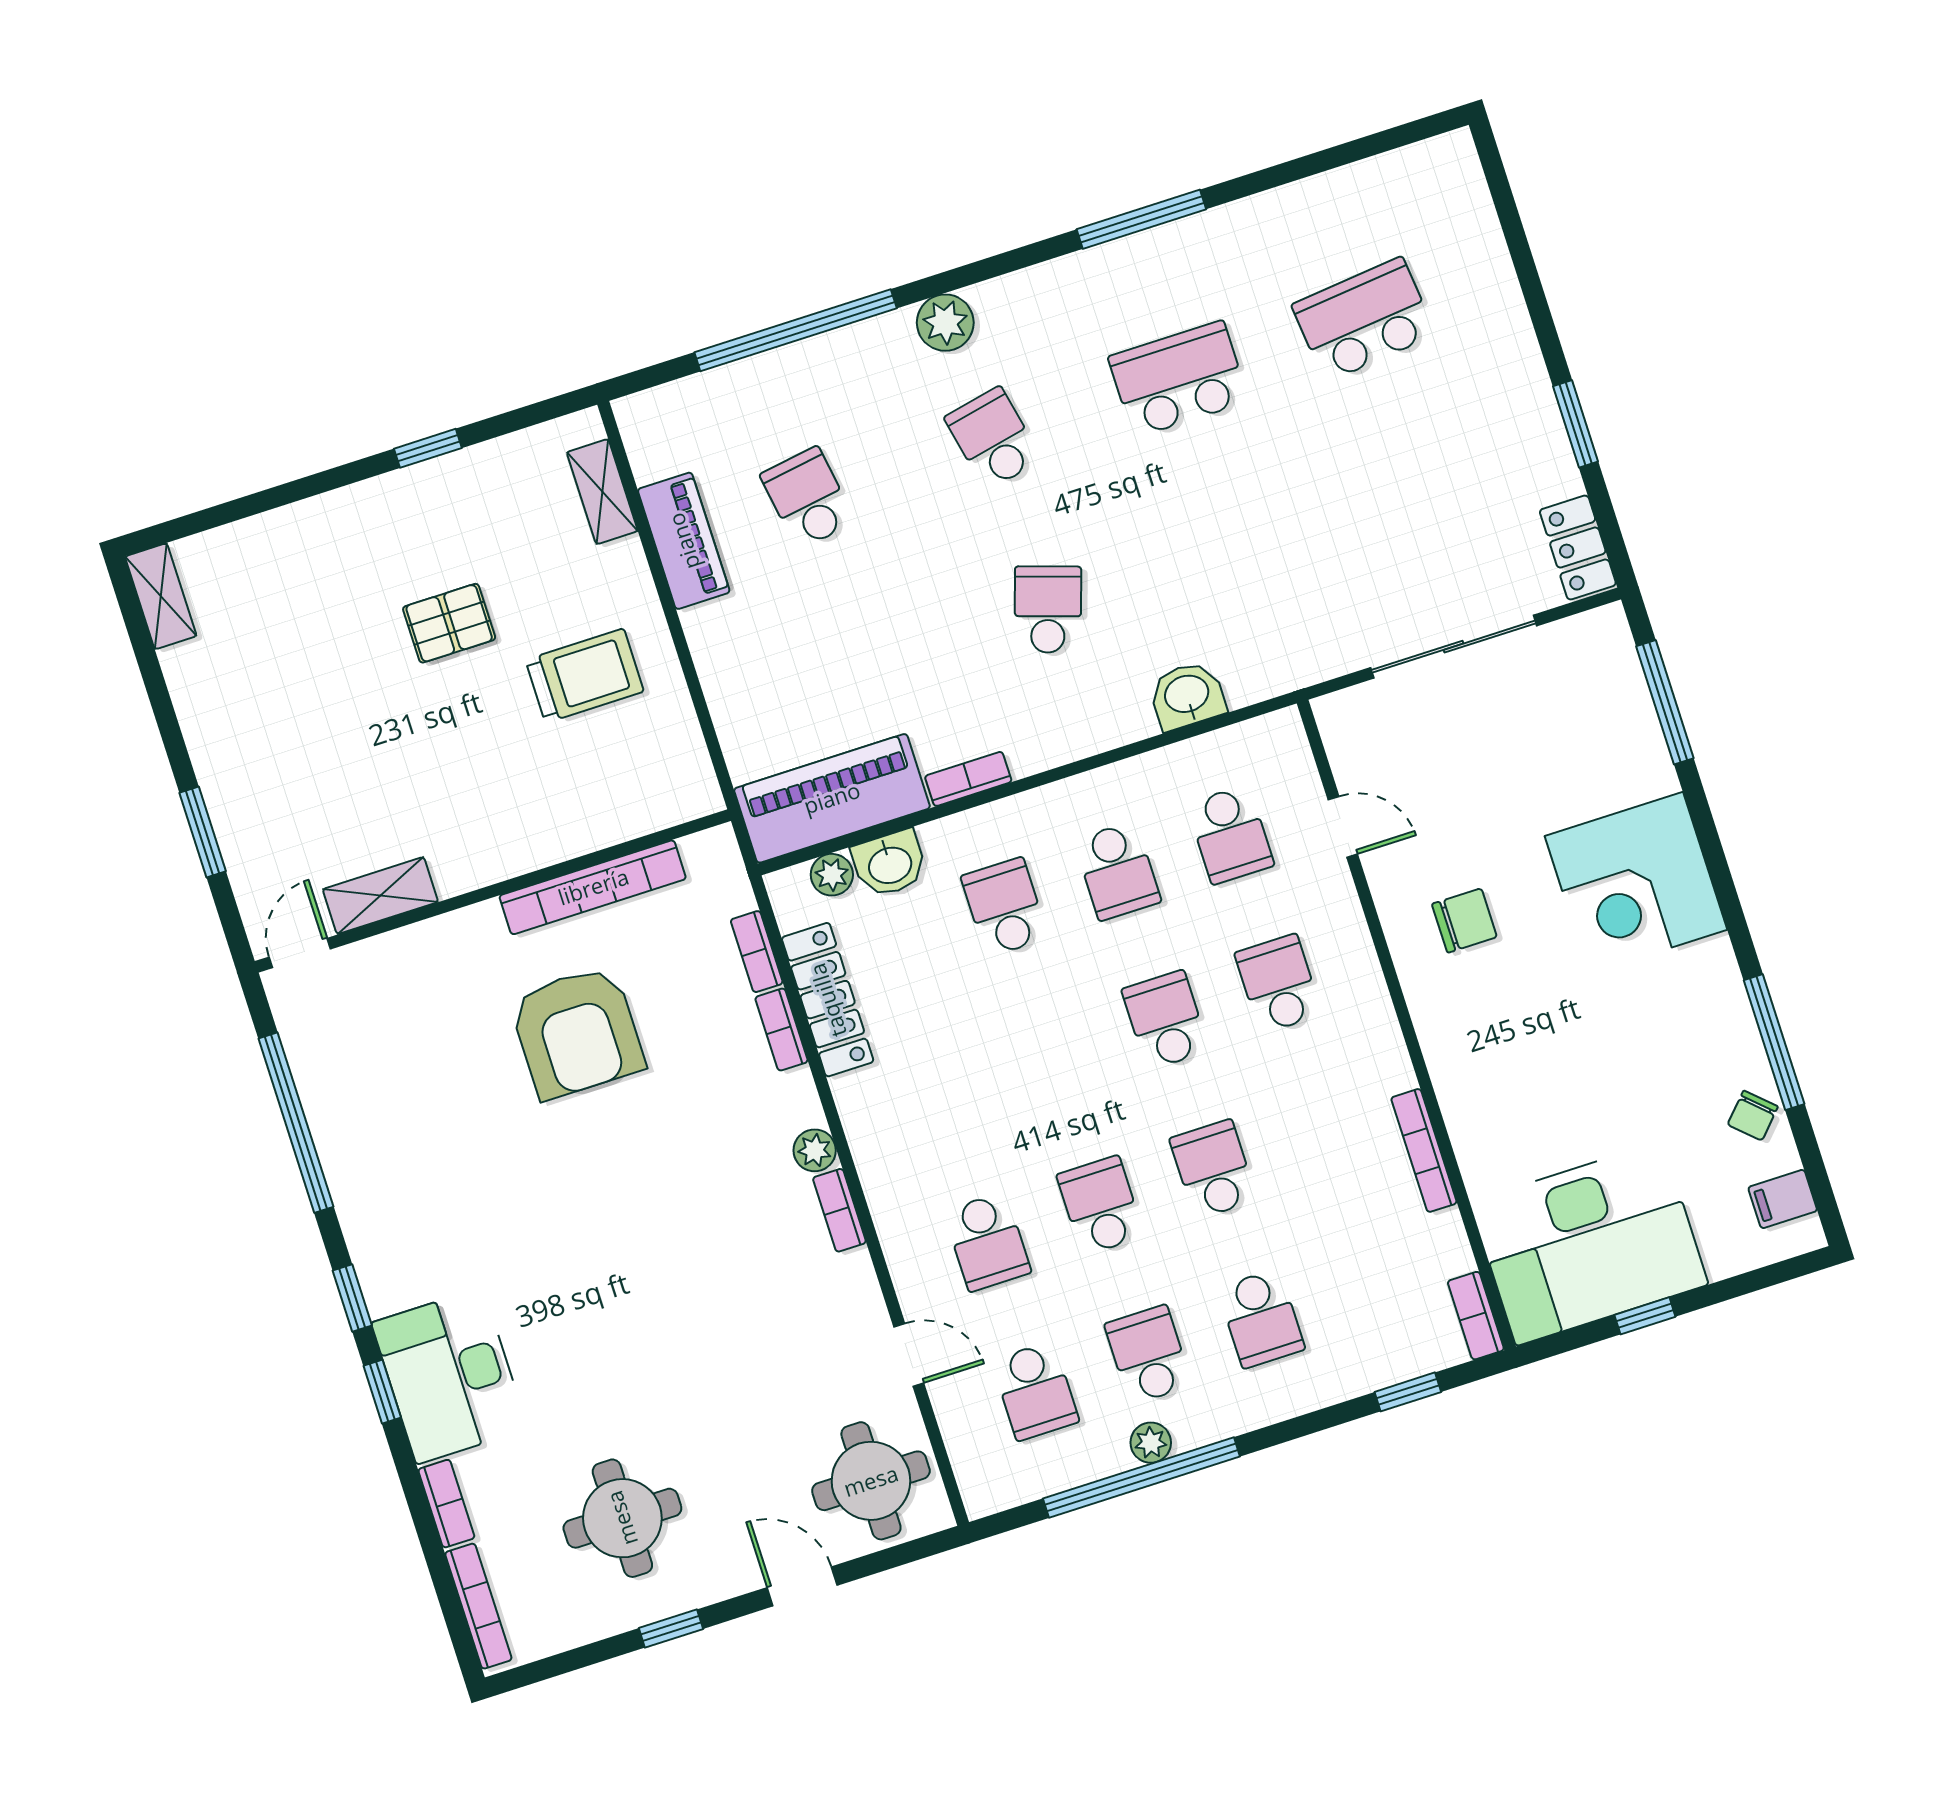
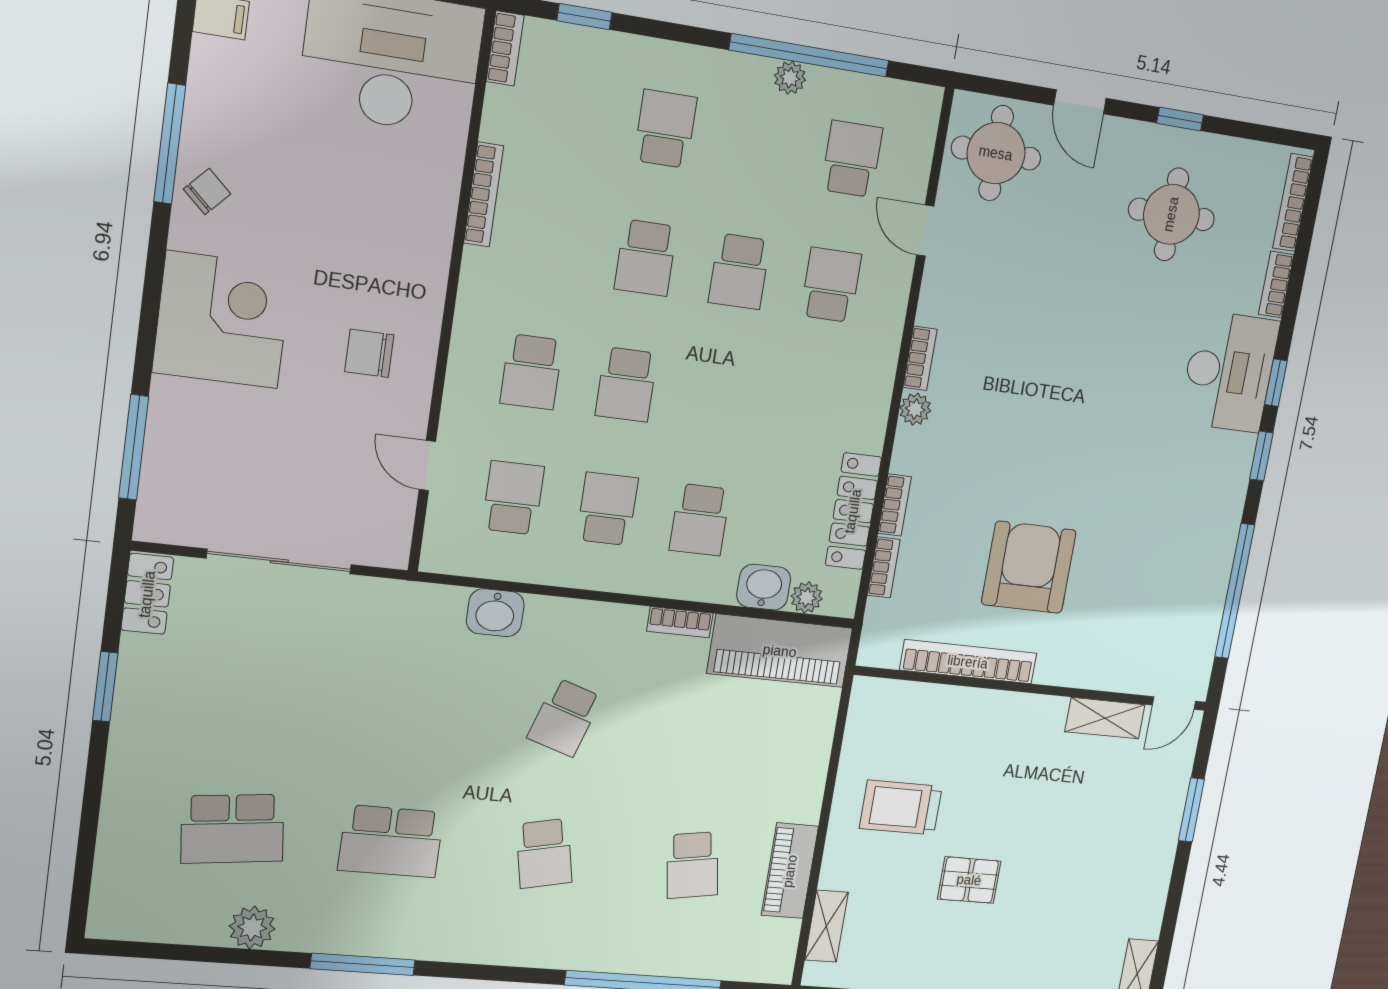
plant: (945, 323) -> (252, 927), moved
chair: (1753, 1115) -> (207, 191), moved
school desk: (1148, 1355) -> (760, 144), removed

